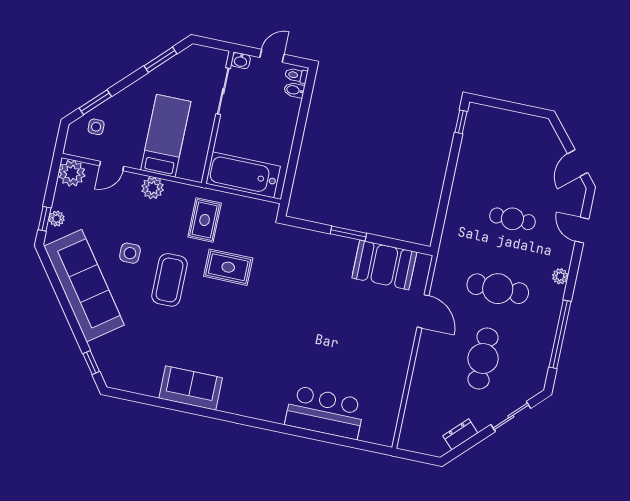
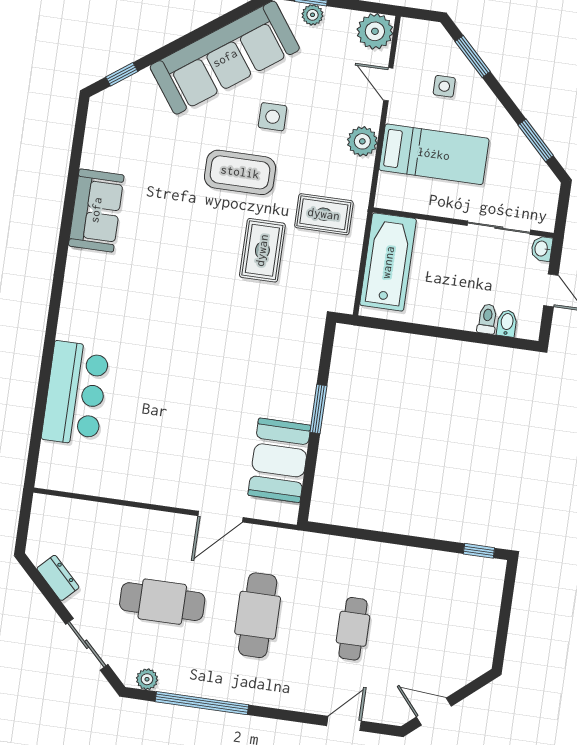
toilet: (296, 75) -> (487, 319), moved
side table: (96, 127) -> (444, 86), moved
plant: (560, 276) -> (147, 679), moved

